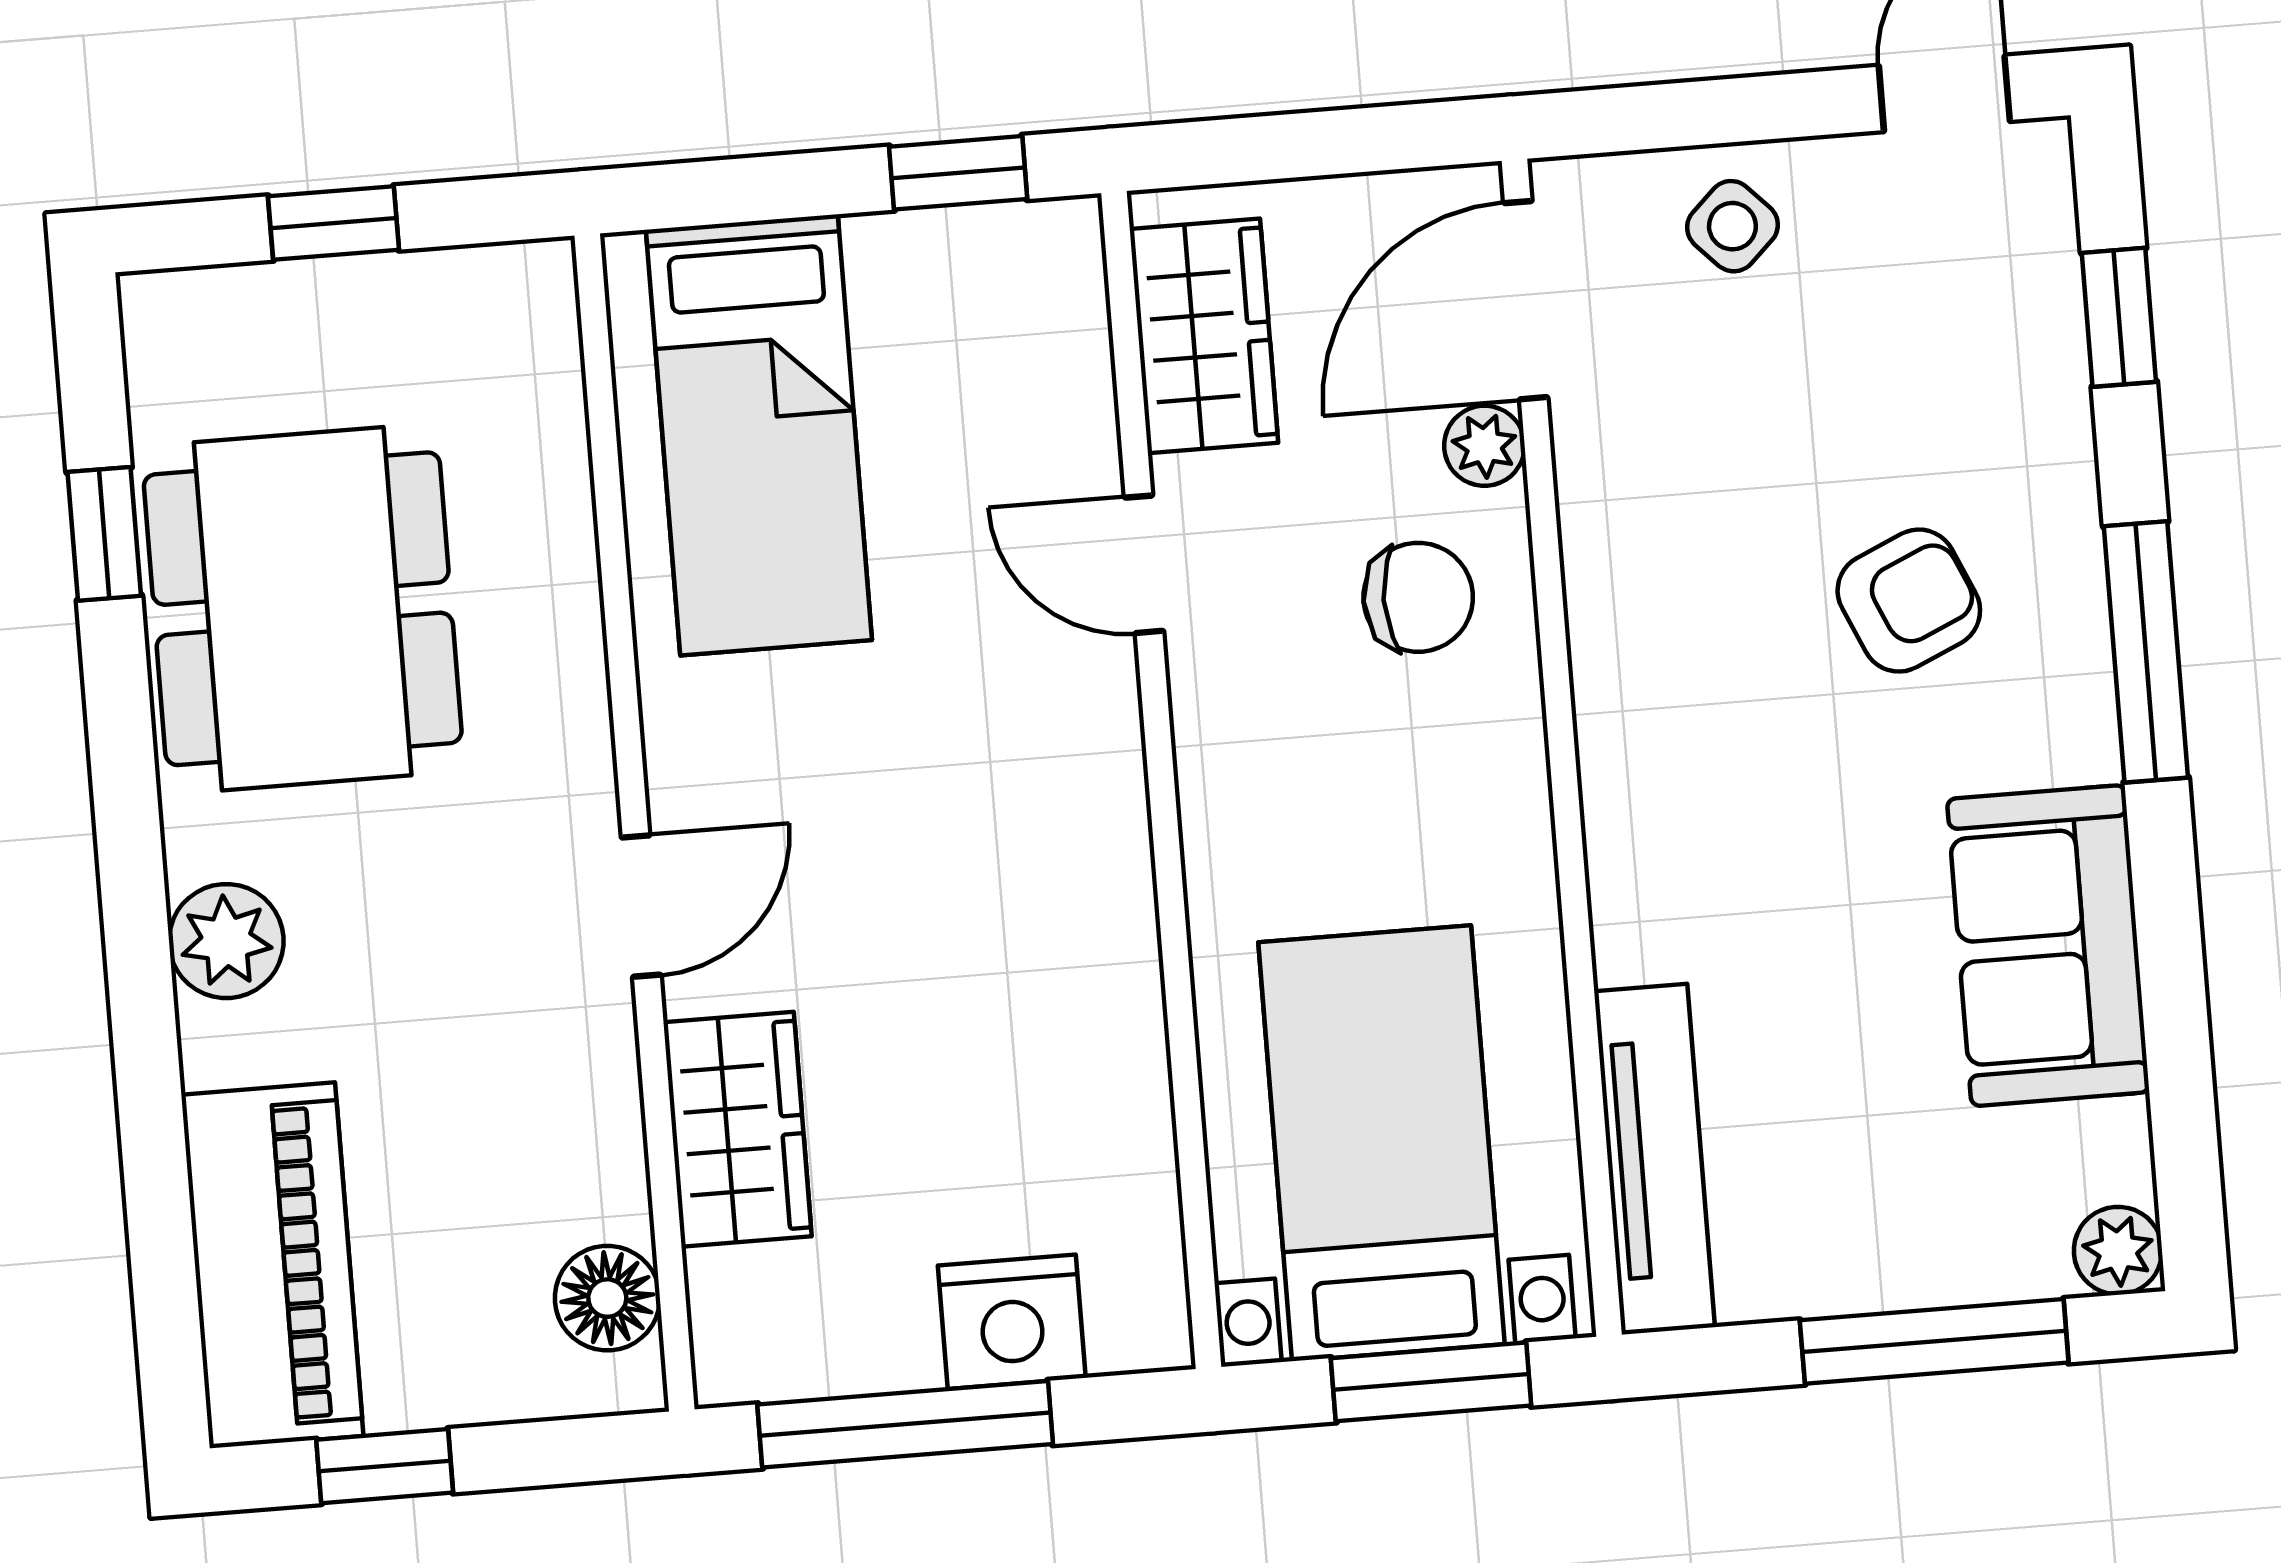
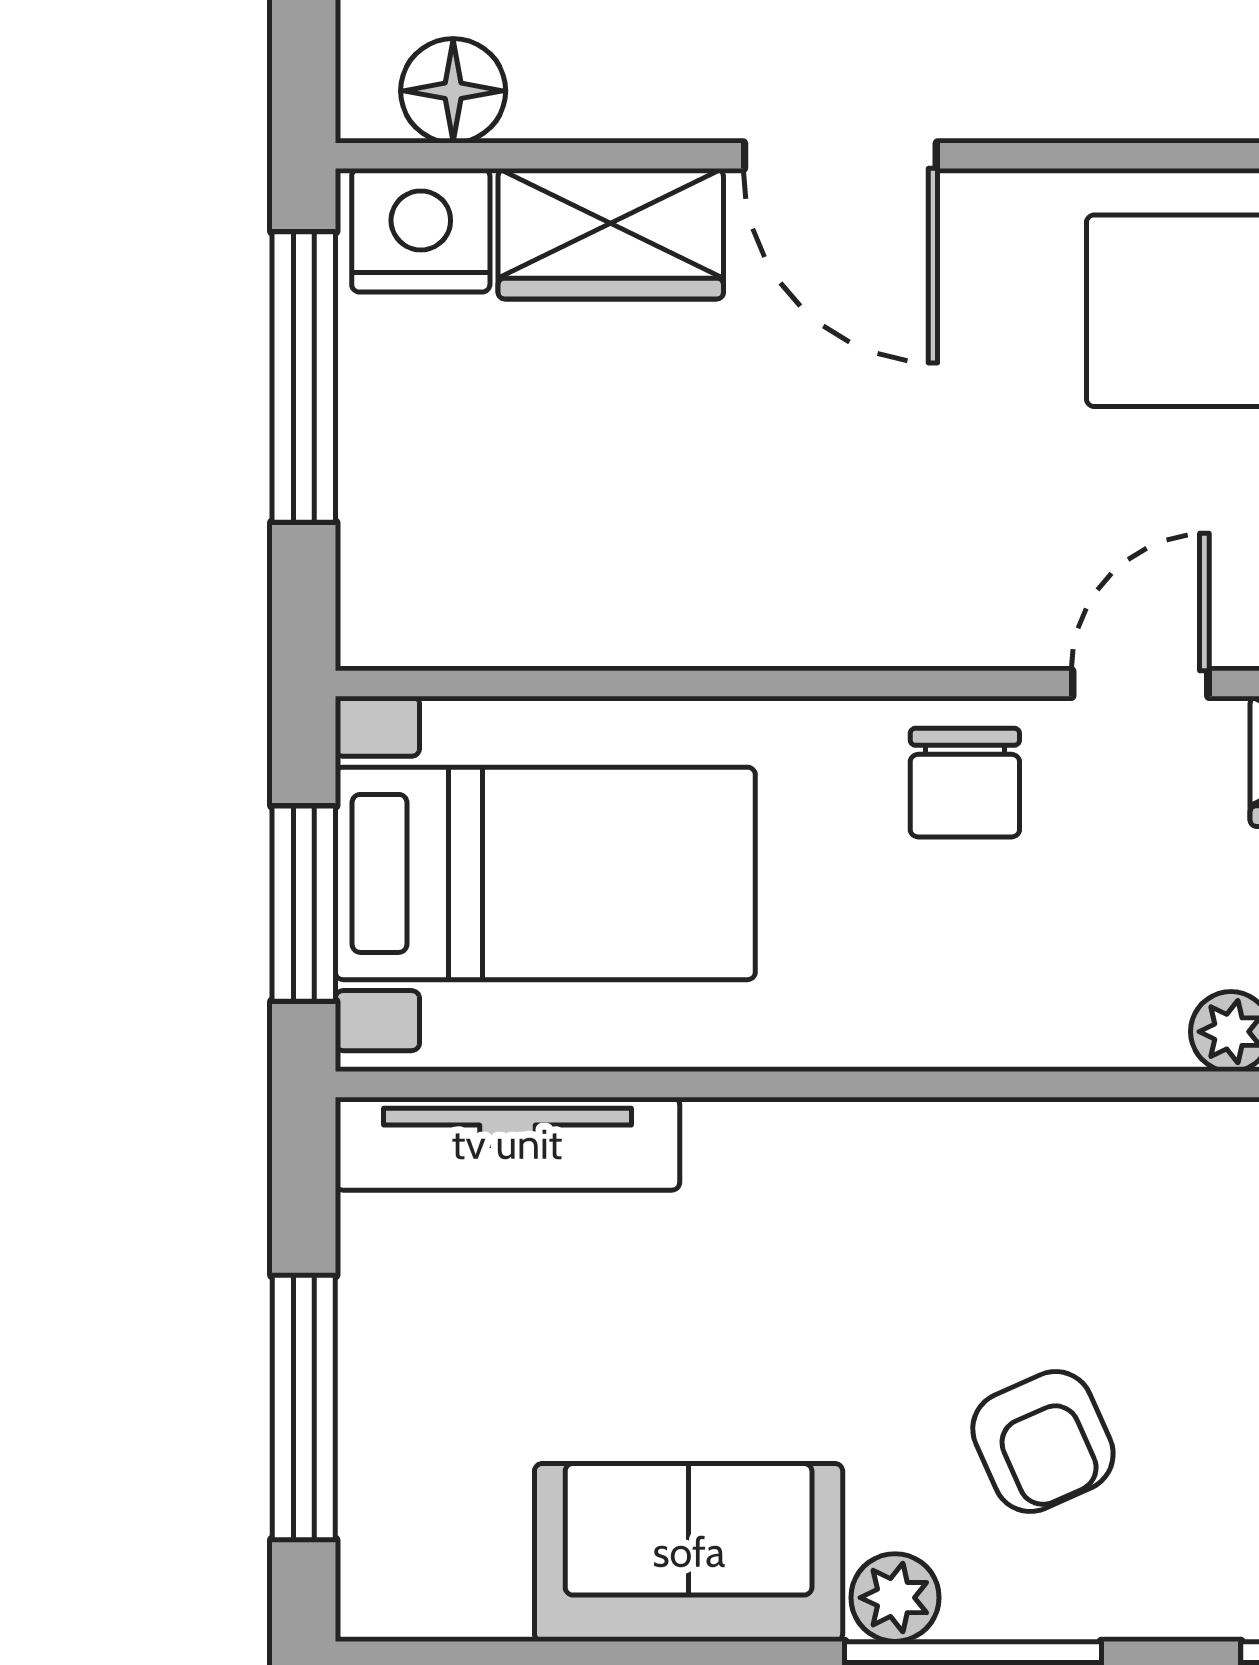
chair: (1418, 597) -> (965, 783), moved
door: (641, 906) -> (840, 156), width x1.38
plant: (2118, 1251) -> (895, 1598), moved
nightstand: (1012, 1322) -> (421, 230), moved, turned 90

